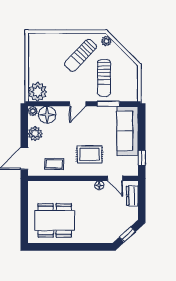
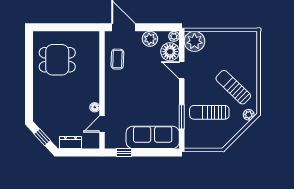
door: (78, 104) -> (182, 70), moved
rug: (89, 154) -> (128, 97), removed
dresser: (132, 196) -> (70, 142), moved
dining table: (55, 220) -> (57, 60), width x0.73

